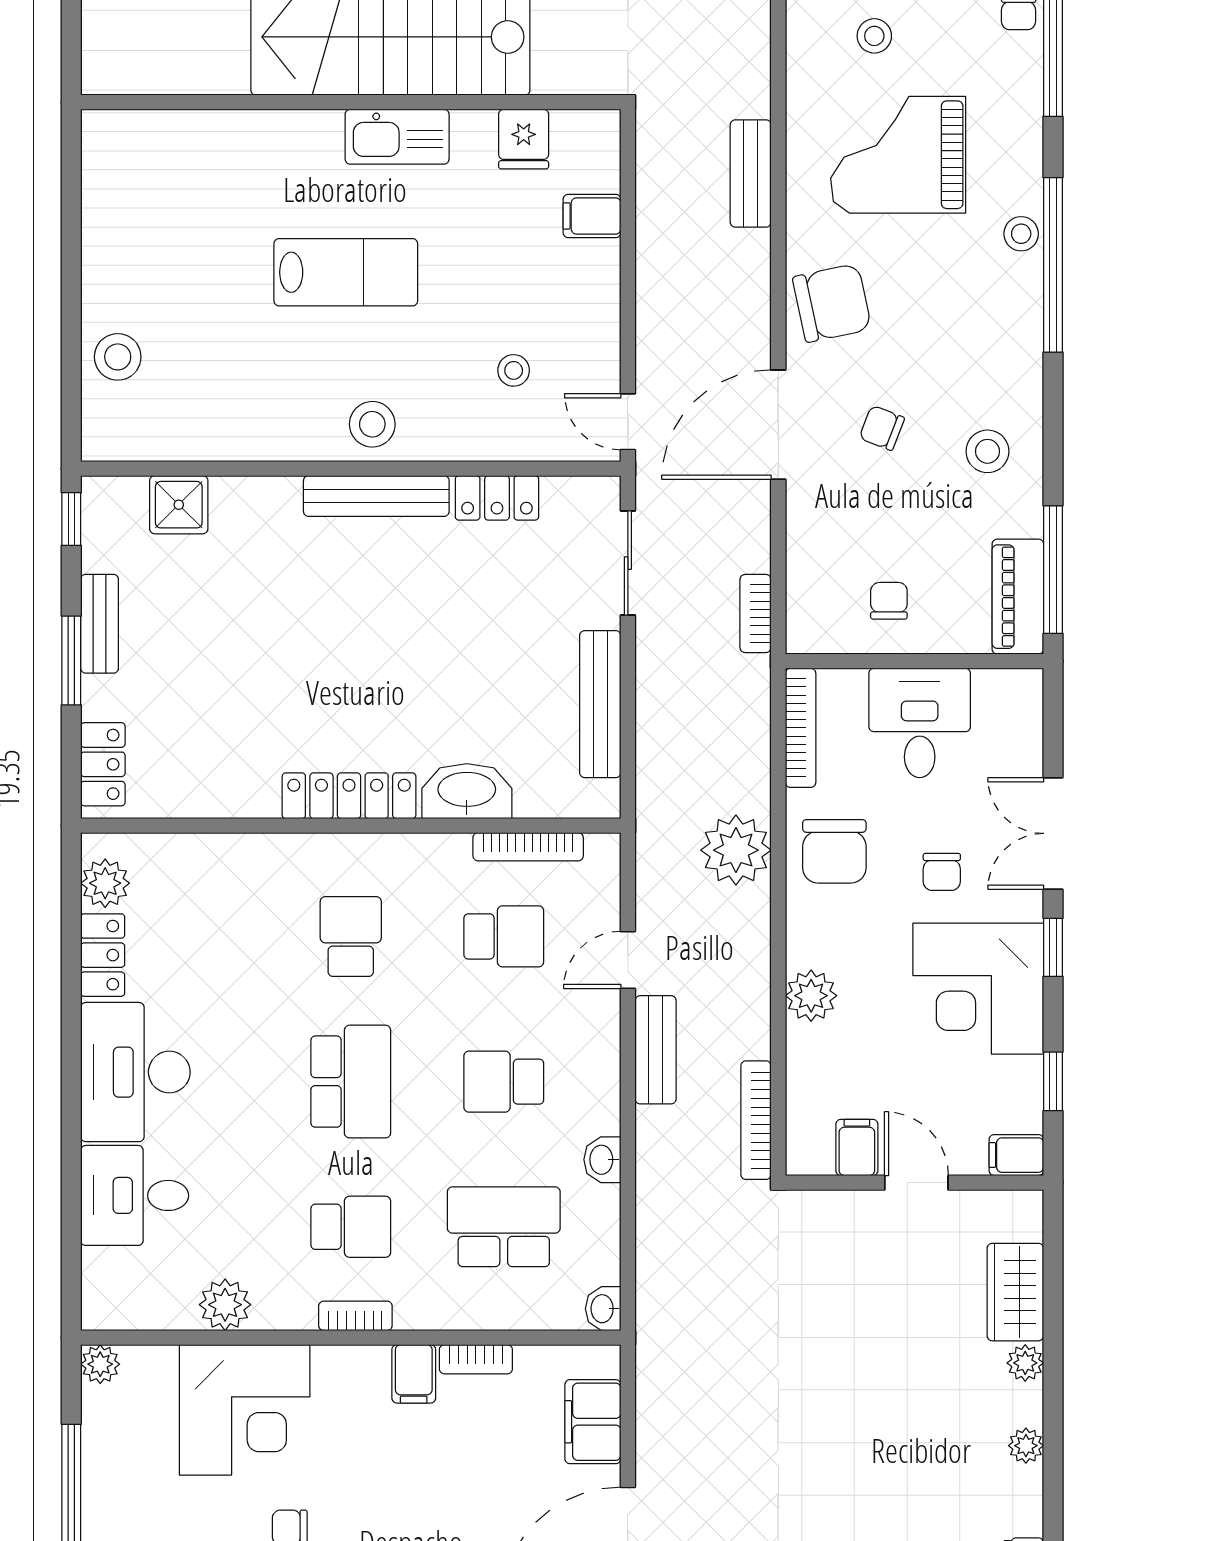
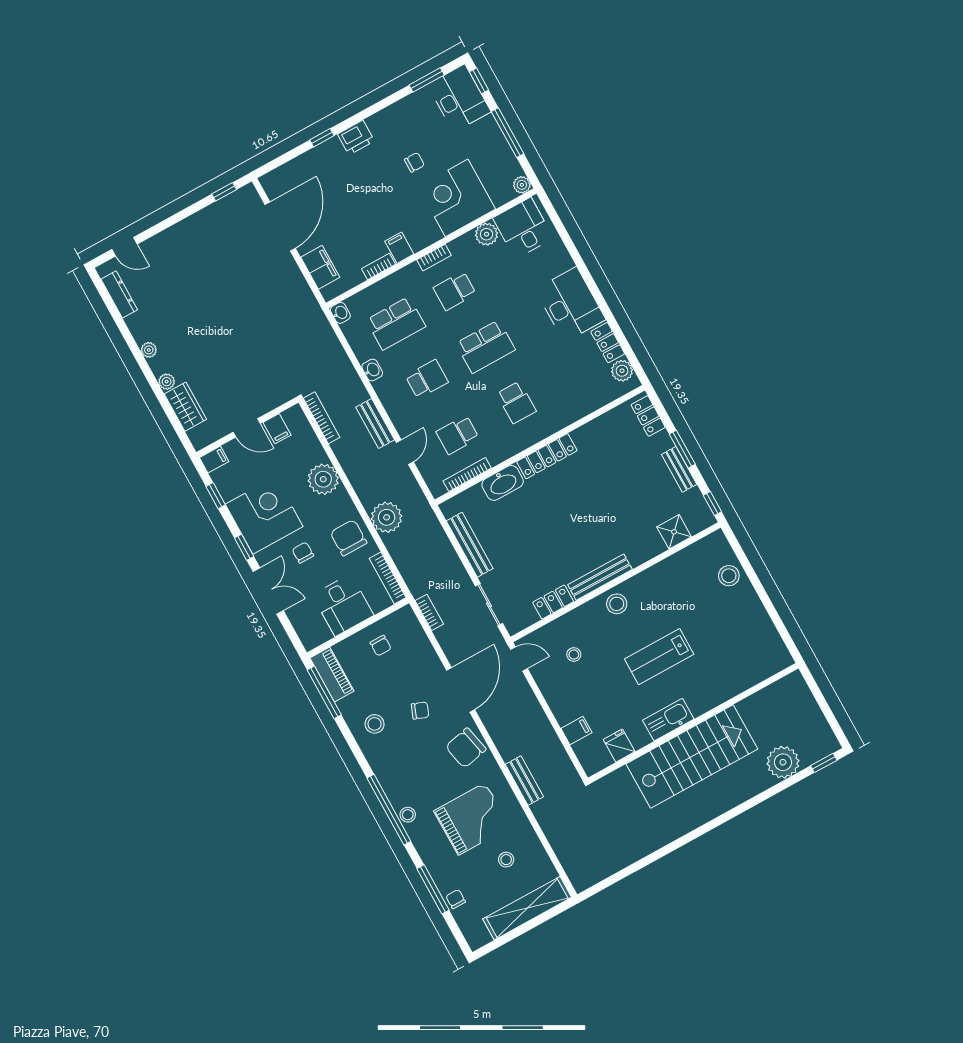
plant: (811, 996) -> (323, 479), width x1.36, depth x1.36
school desk: (351, 1082) -> (486, 347), turned -90
desk: (135, 1195) -> (523, 228), moved, turned -90

